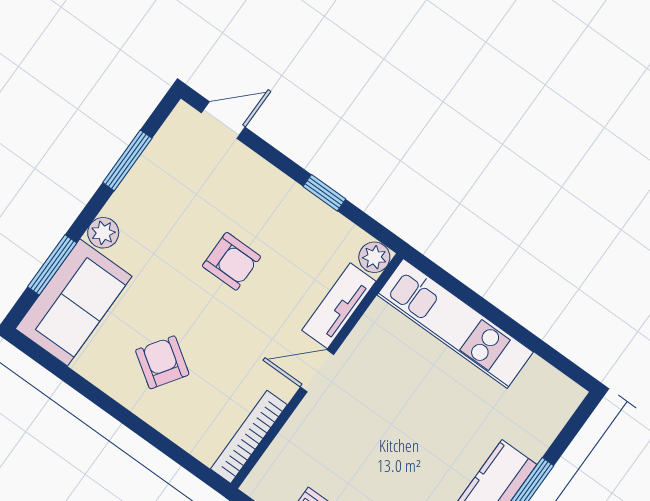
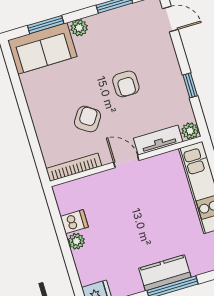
armchair: (162, 362) -> (87, 119), moved

